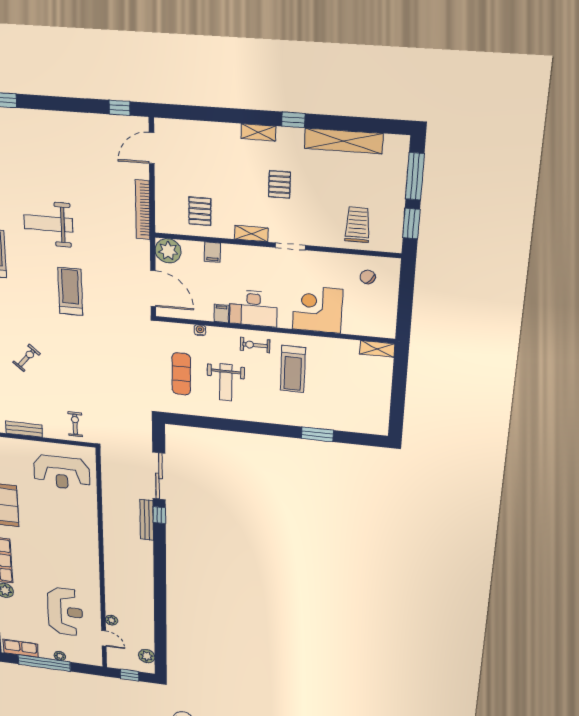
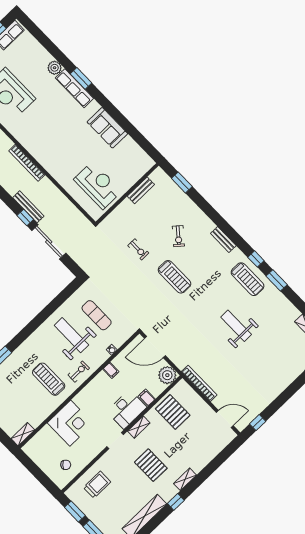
door: (152, 148) -> (225, 419), hinge flipped
pallet: (279, 184) -> (151, 465), width x1.50, depth x1.42
pallet: (200, 211) -> (173, 412), width x1.50, depth x1.42
weight bench: (48, 224) -> (236, 326), turned -90
trolley: (358, 225) -> (97, 485), turned -90
treadmill: (70, 291) -> (174, 277), moved
desk: (253, 308) -> (127, 409), moved, turned 180
weight bench: (226, 382) -> (71, 335), width x1.36, depth x1.33
exercise bike: (75, 424) -> (138, 249), moved
reception desk: (62, 472) -> (98, 185), turned 90
bookcase: (110, 552) -> (27, 163), added

